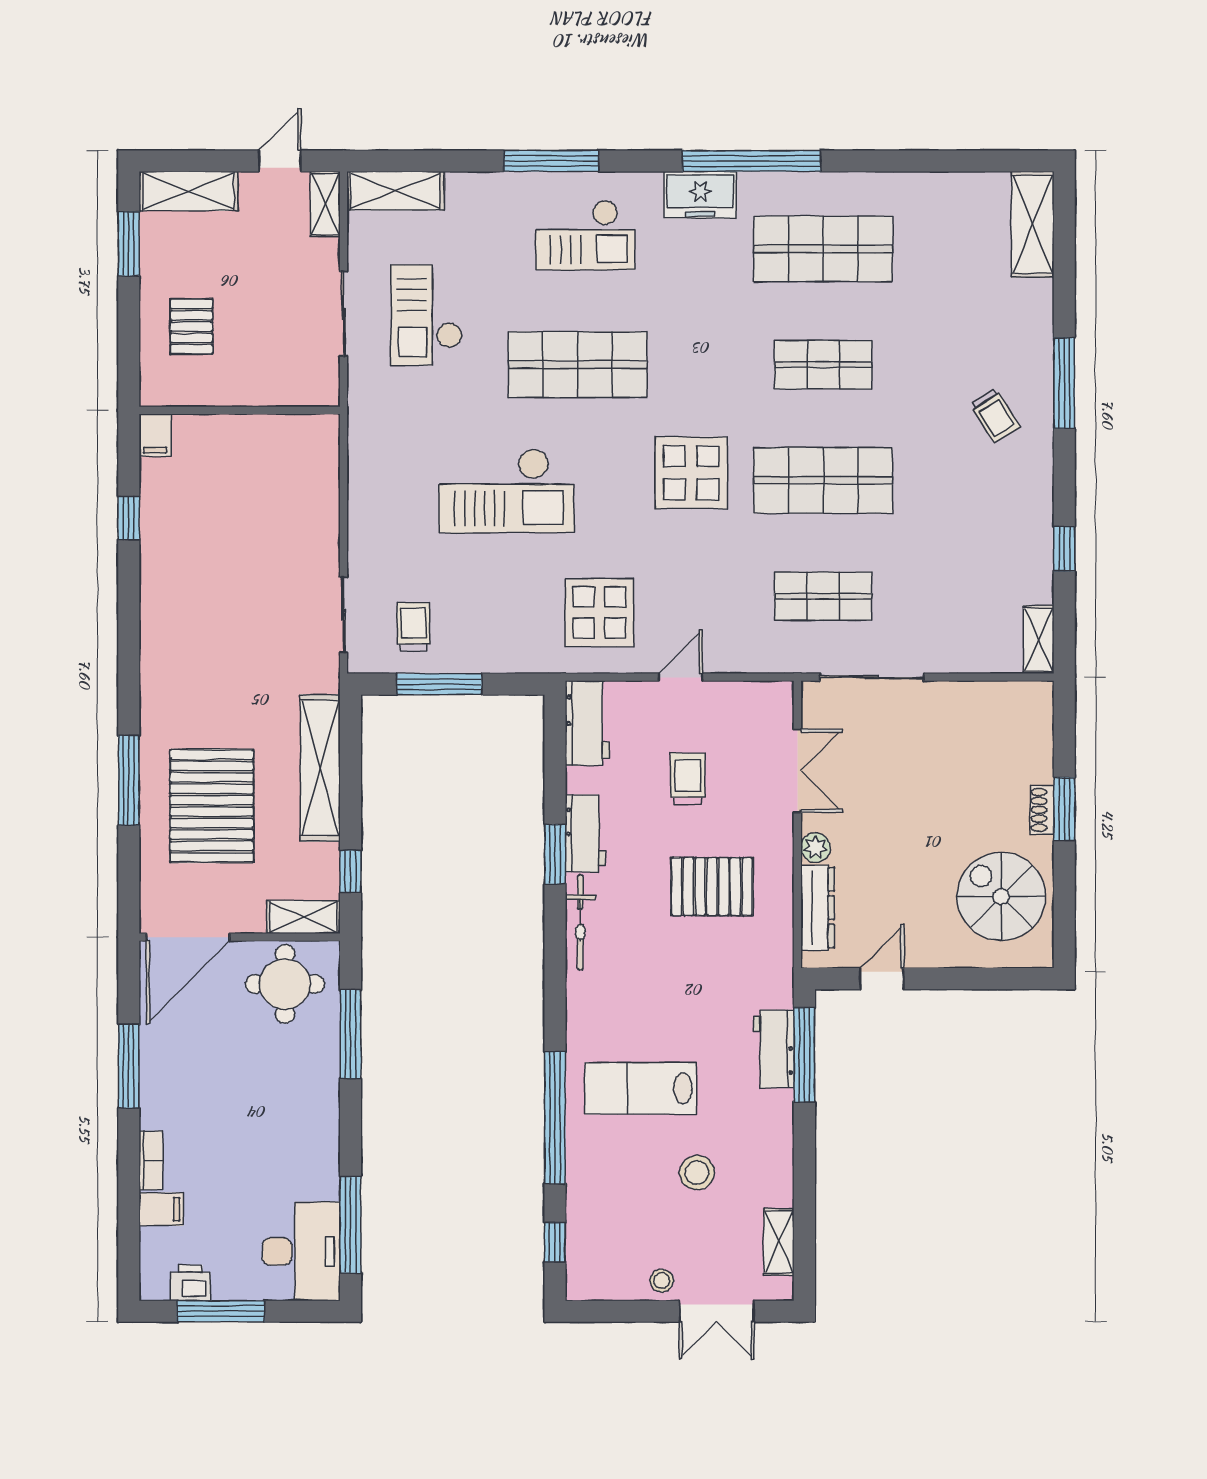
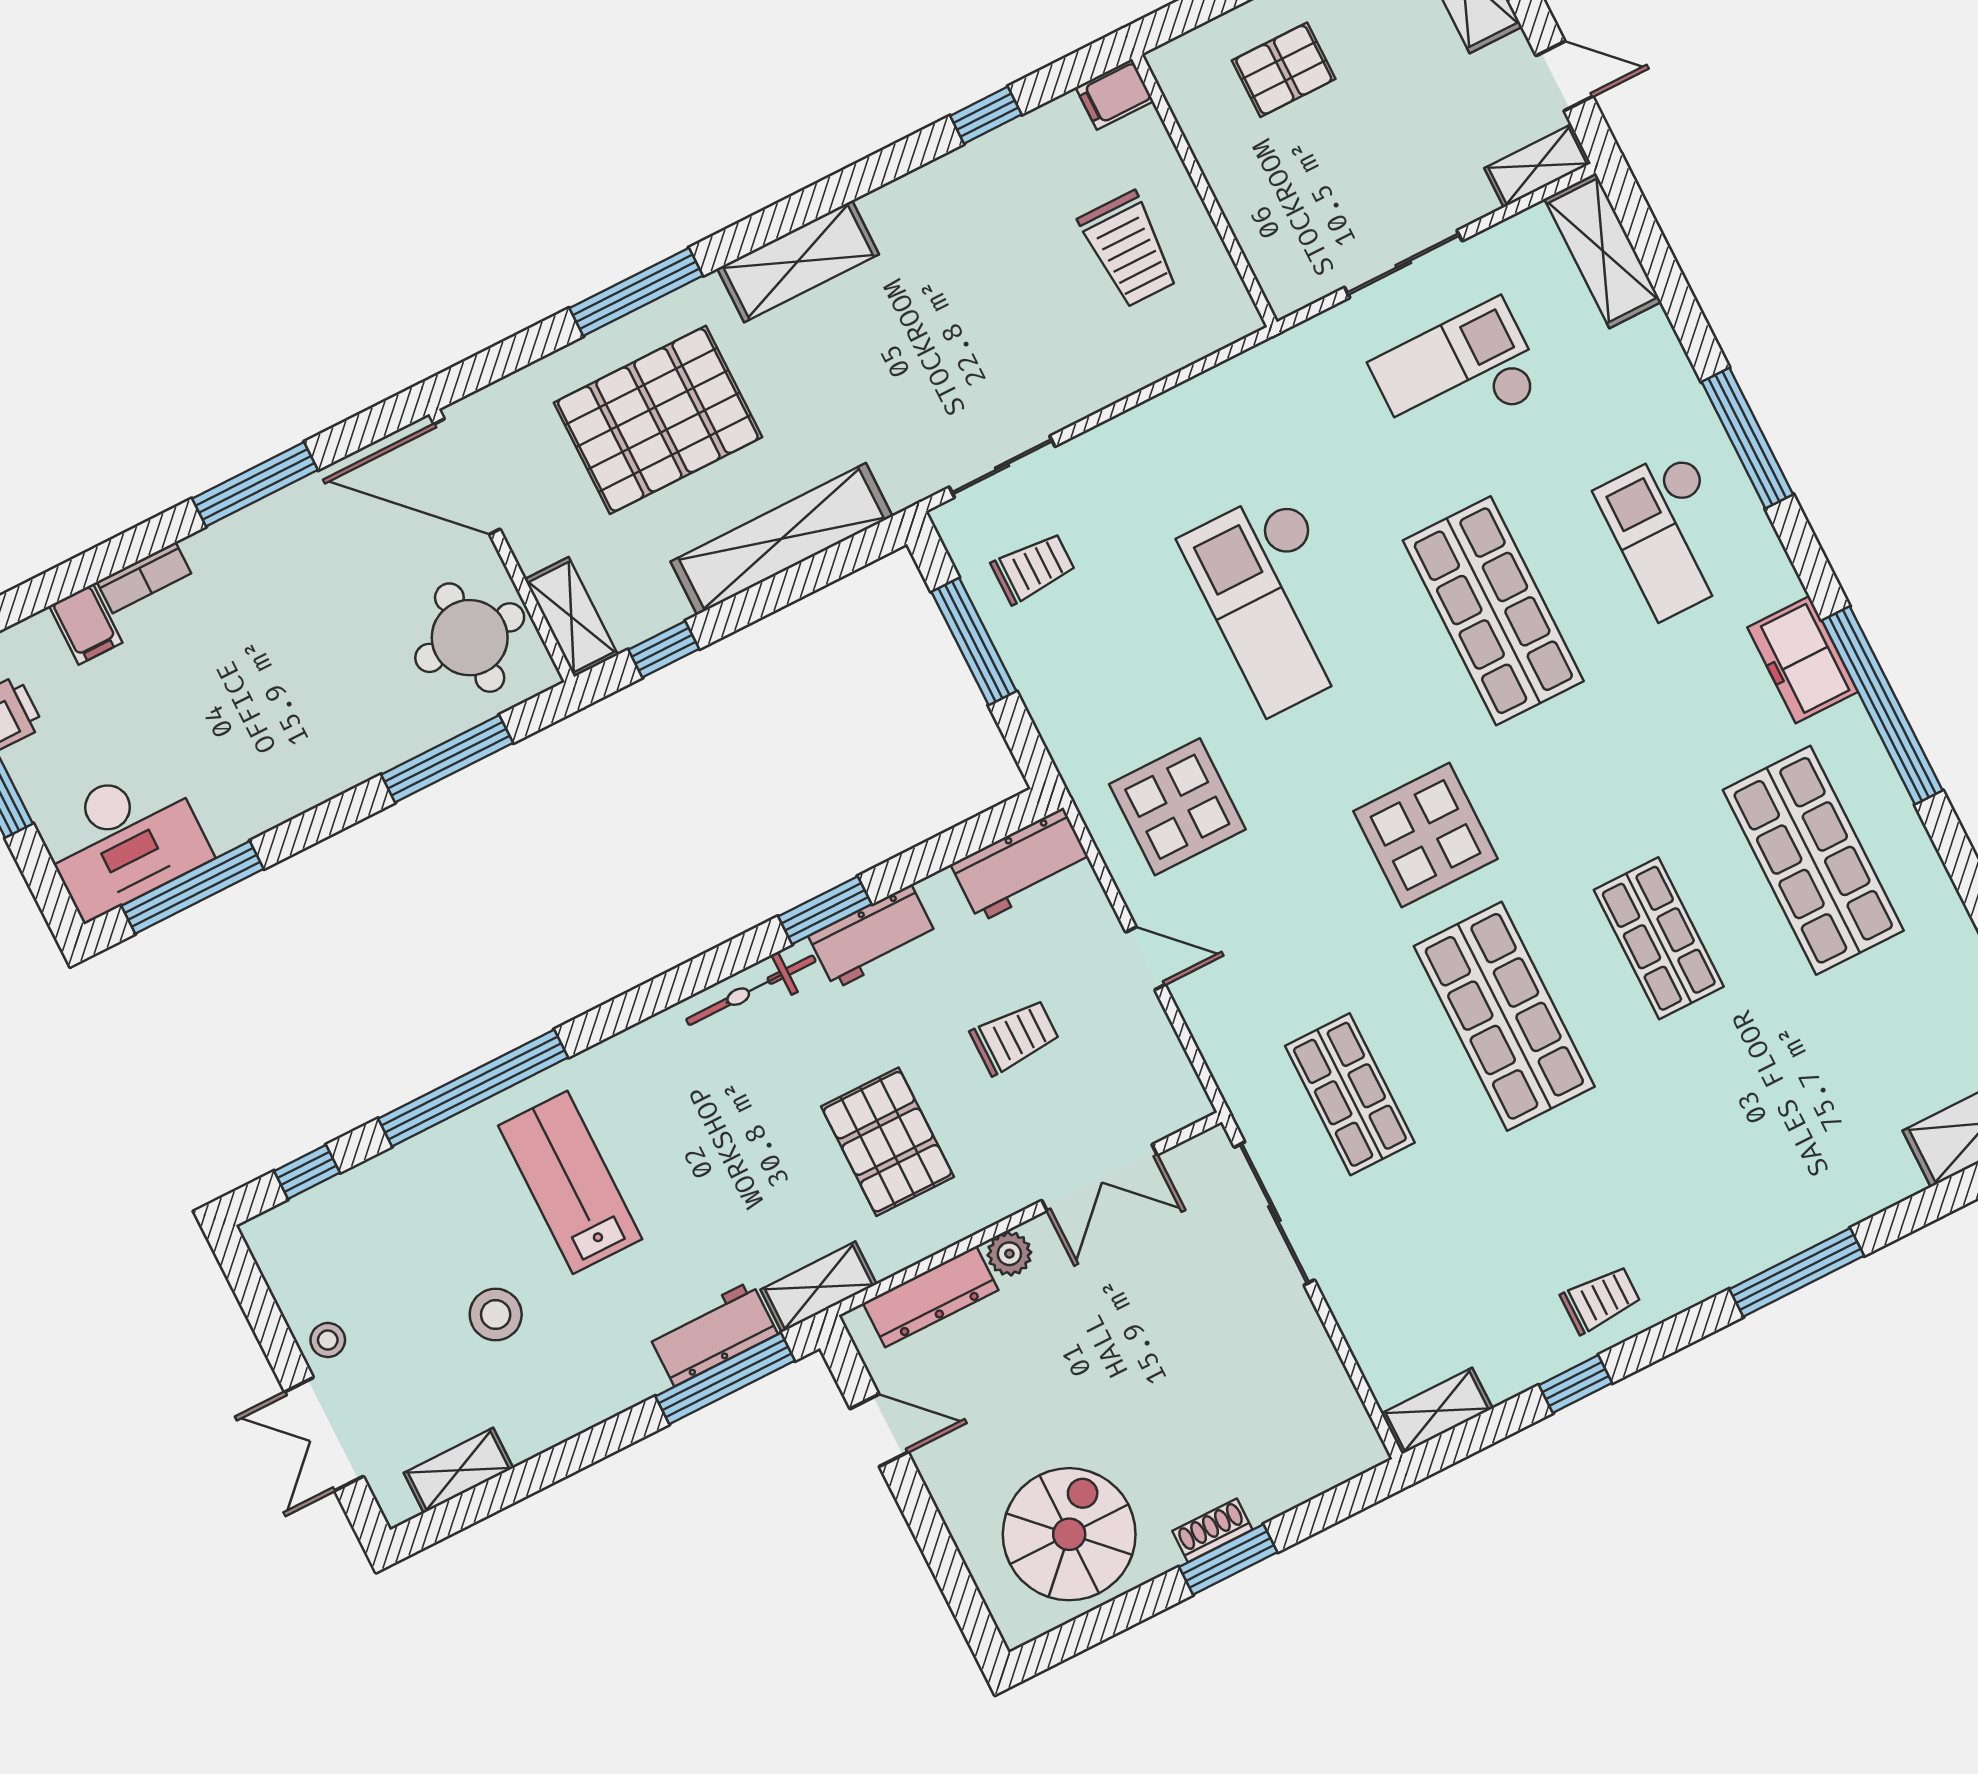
trolley: (995, 415) -> (1601, 1300), moved, turned -148
trolley: (252, 473) -> (1129, 249), added
shelving: (159, 674) -> (798, 261), added
shelving: (778, 971) -> (819, 1287), added

